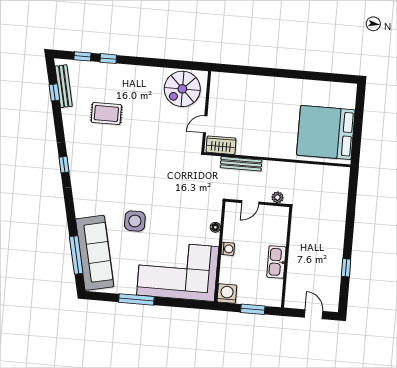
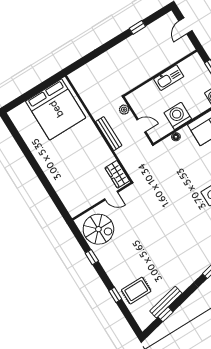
window: (82, 56) -> (92, 257), moved
bench: (64, 86) -> (166, 302), moved
rug: (106, 113) -> (136, 291), moved, turned 90
bench: (241, 164) -> (109, 134), moved
washing machine: (228, 249) -> (178, 116), width x1.89, depth x1.89

